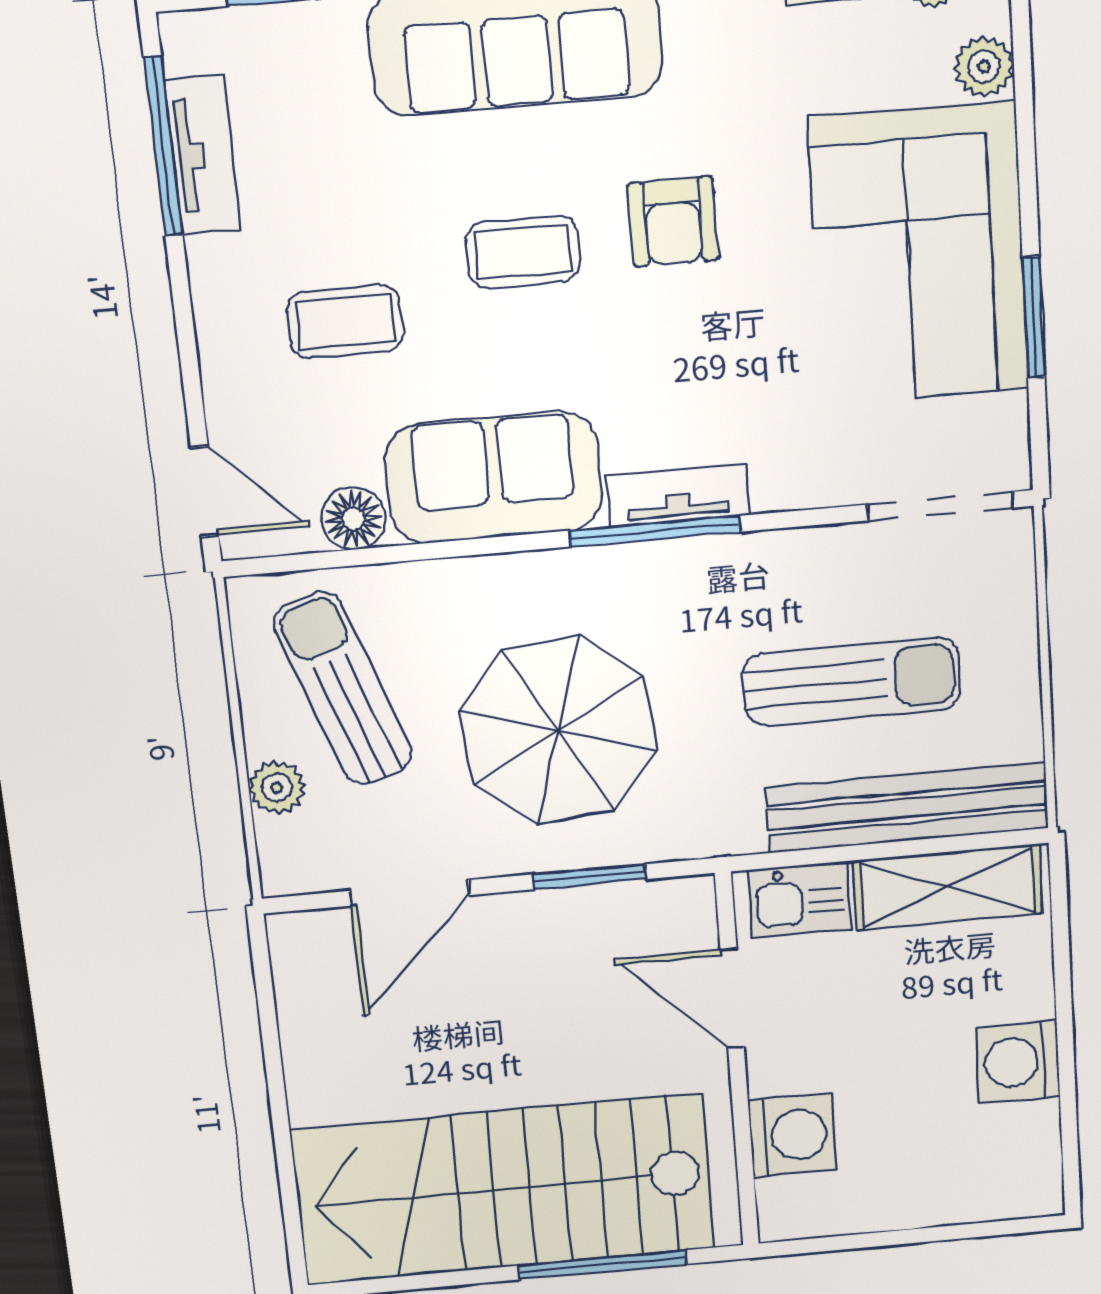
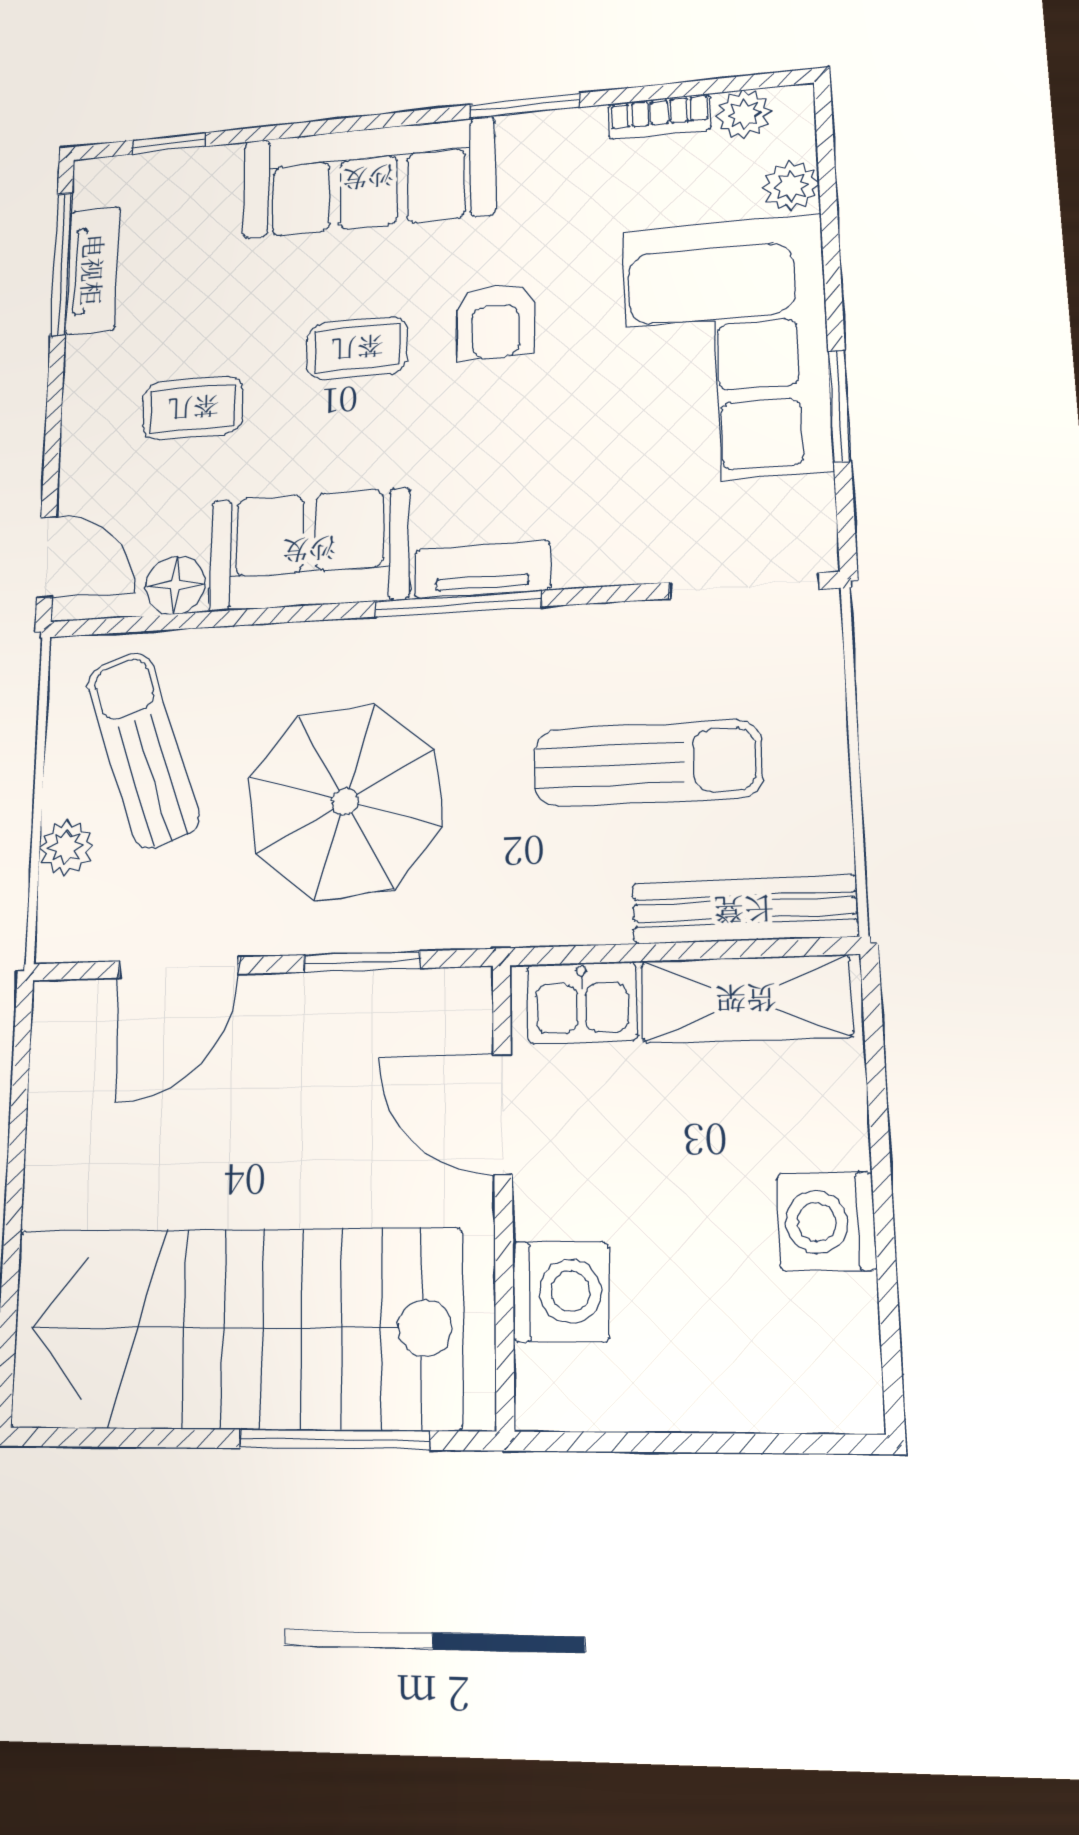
bench: (907, 808) -> (744, 910), width x0.73, depth x0.82

